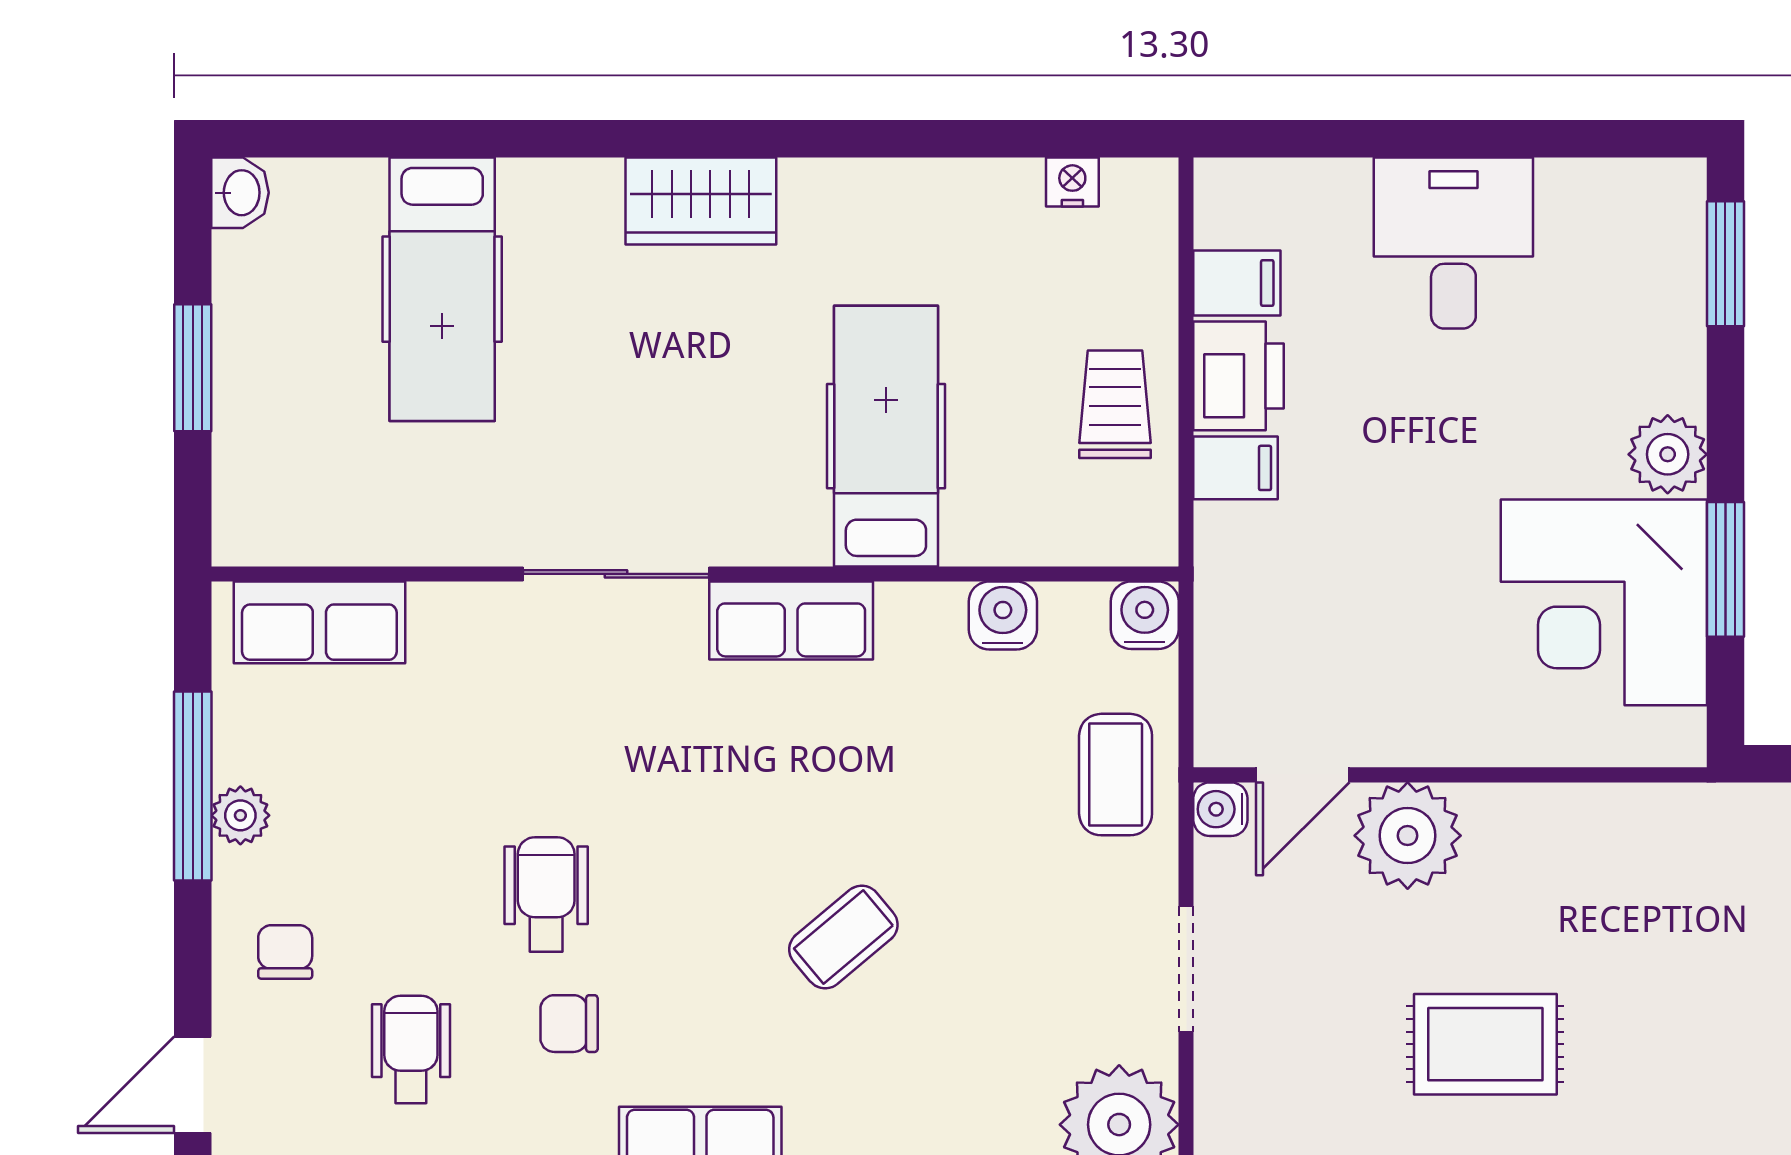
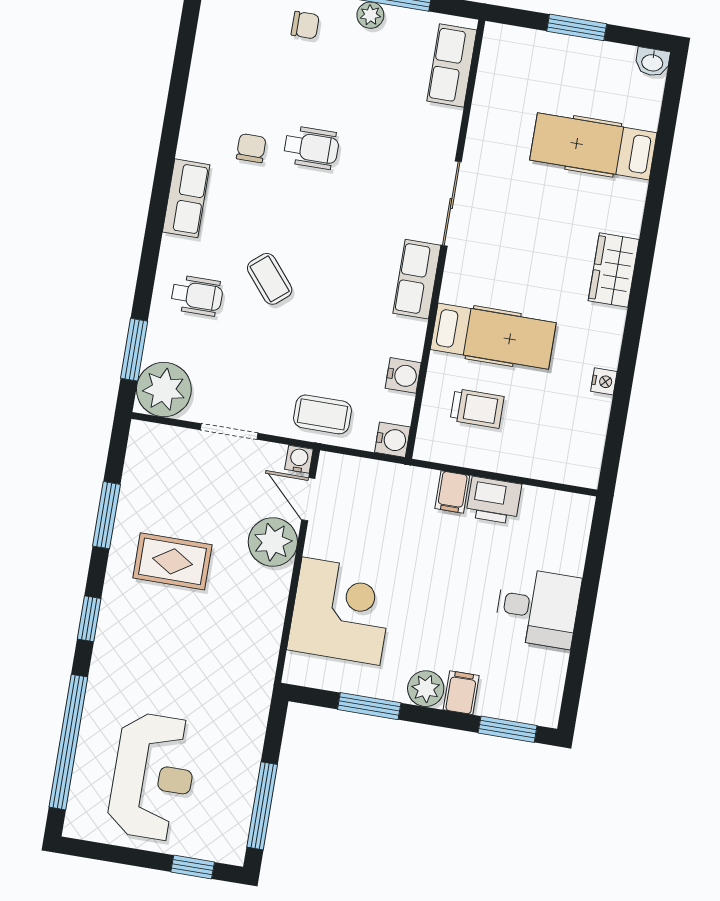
nightstand: (1072, 182) -> (604, 381), moved
filing cabinet: (1237, 283) -> (461, 693), moved, turned 180
trolley: (1115, 404) -> (477, 408), moved
corner desk: (1604, 602) -> (341, 611), moved, turned 90
rug: (1485, 1044) -> (172, 561), turned 90
wheelchair: (411, 1049) -> (197, 296), moved

